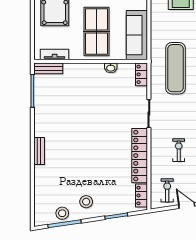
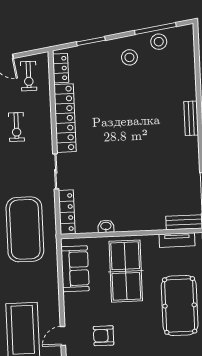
sofa: (137, 35) -> (75, 269), width x0.73
exercise mat: (176, 68) -> (25, 229), width x1.47
locker: (141, 74) -> (67, 212), width x1.53

